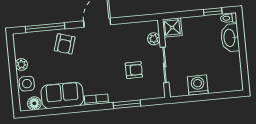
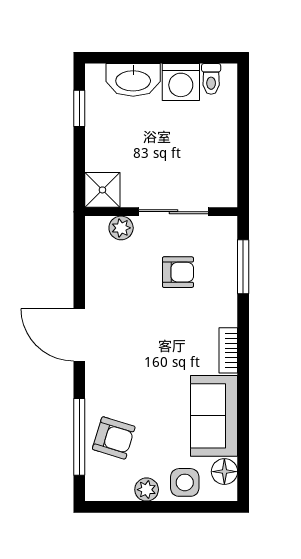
toilet: (229, 18) -> (211, 79), moved
armchair: (65, 44) -> (114, 438), moved
armchair: (134, 70) -> (178, 272), turned 90
washing machine: (198, 85) -> (181, 82), moved, turned -90
window: (127, 104) -> (243, 267), moved

